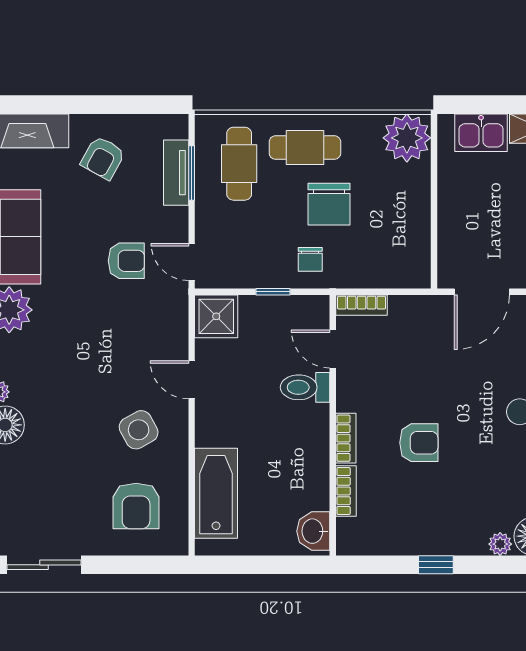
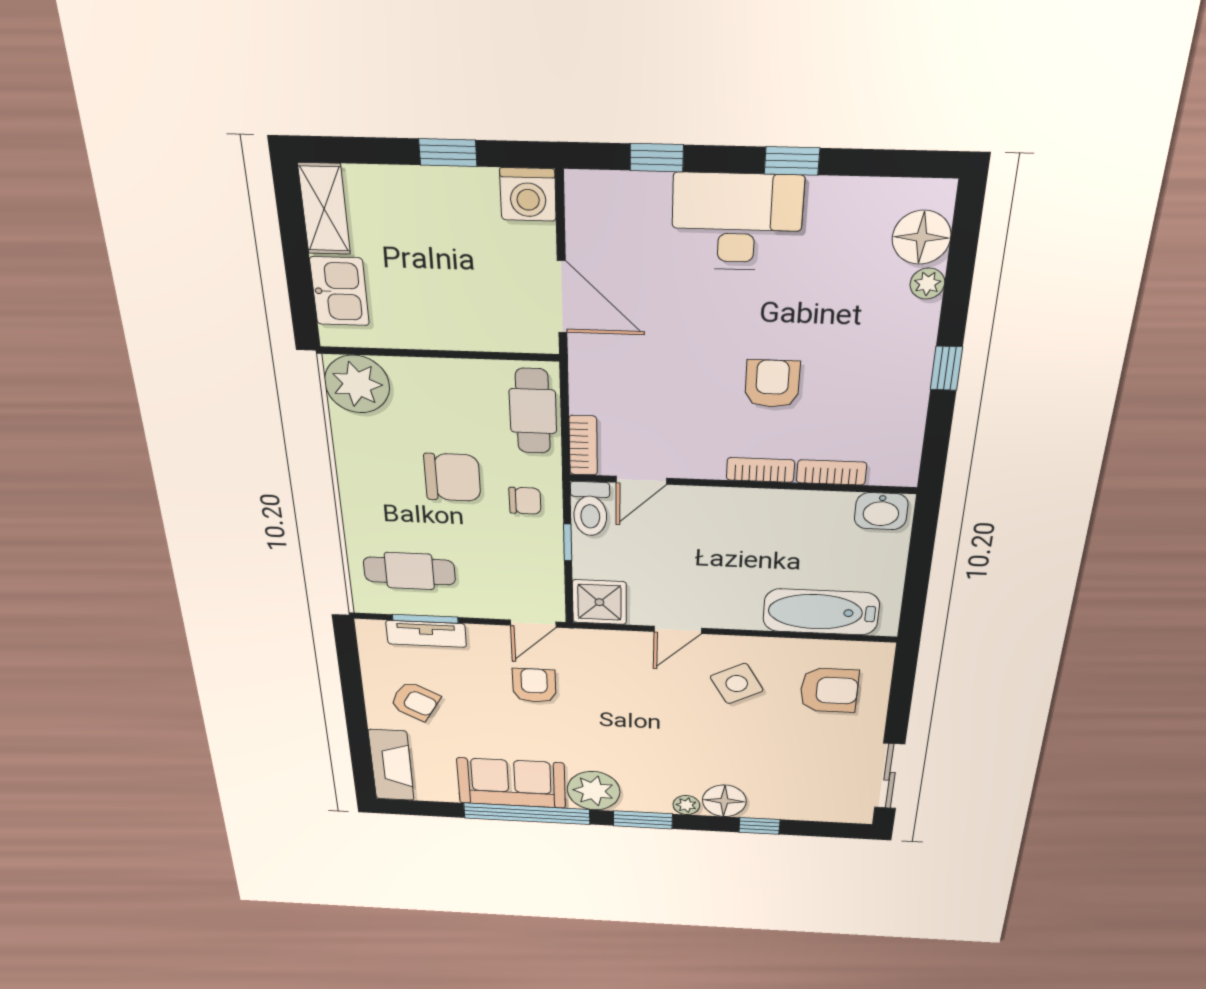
cafe table: (305, 148) -> (533, 411), moved
toilet: (305, 387) -> (590, 509), moved

